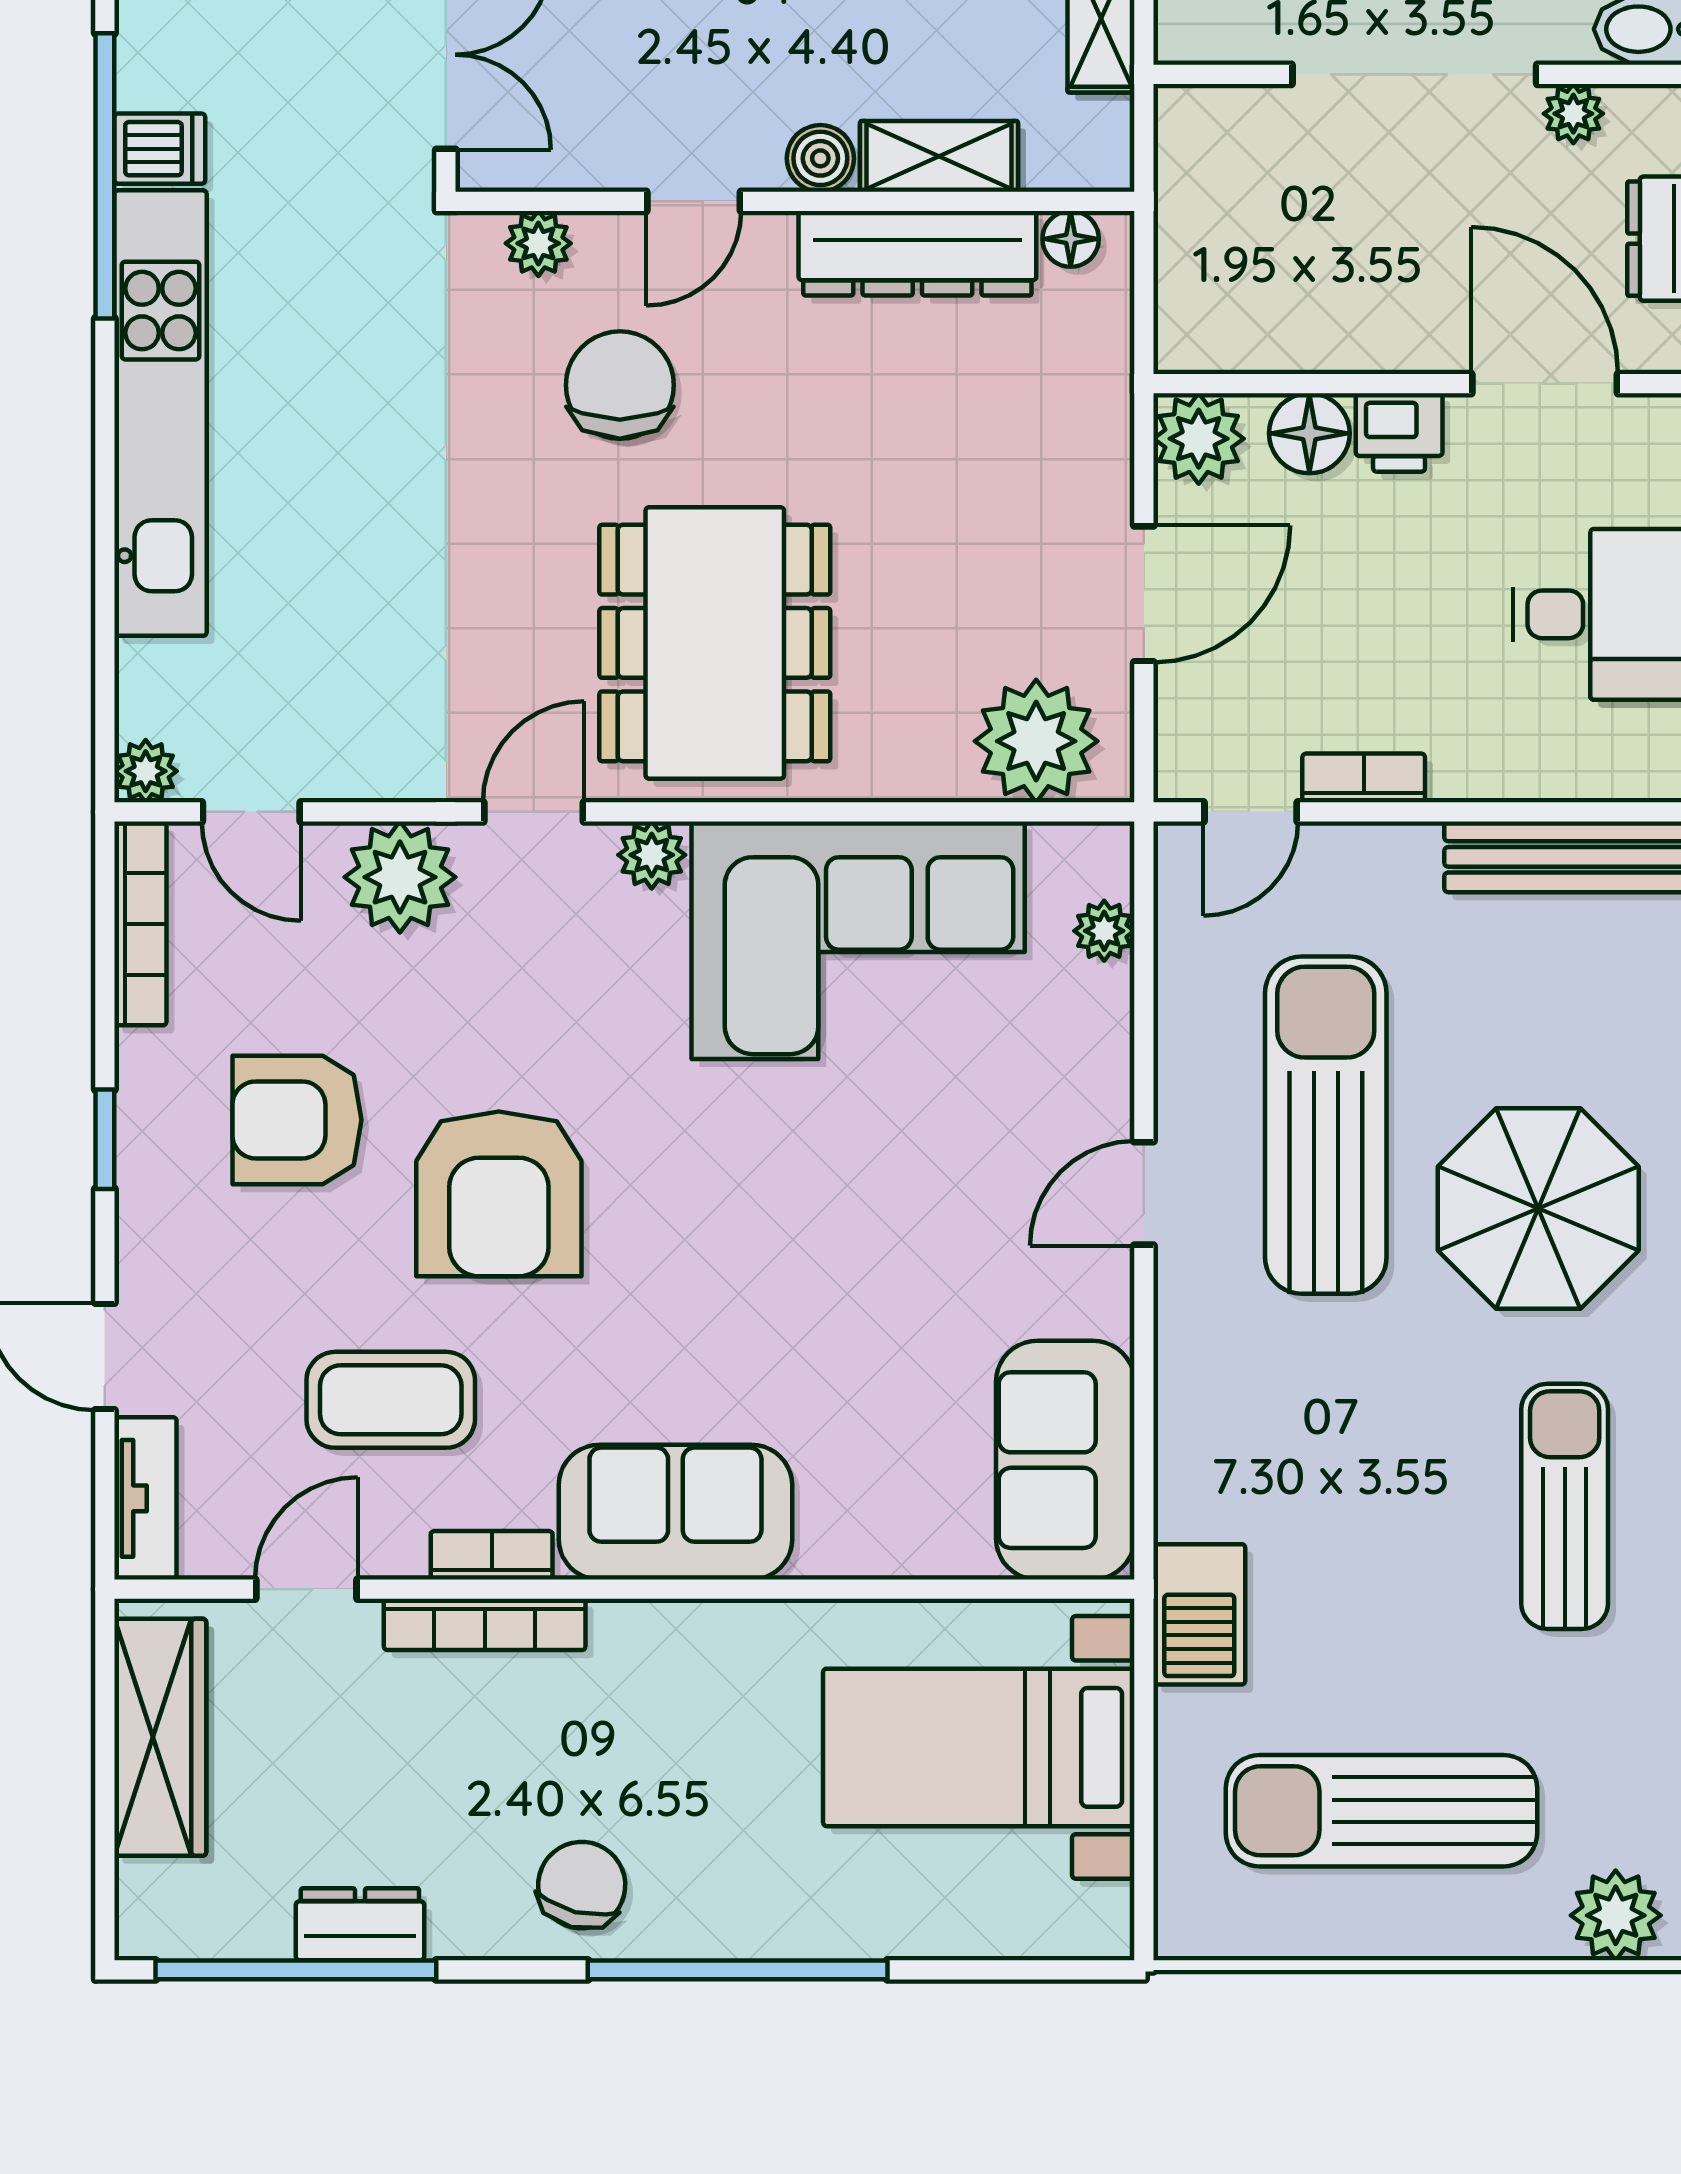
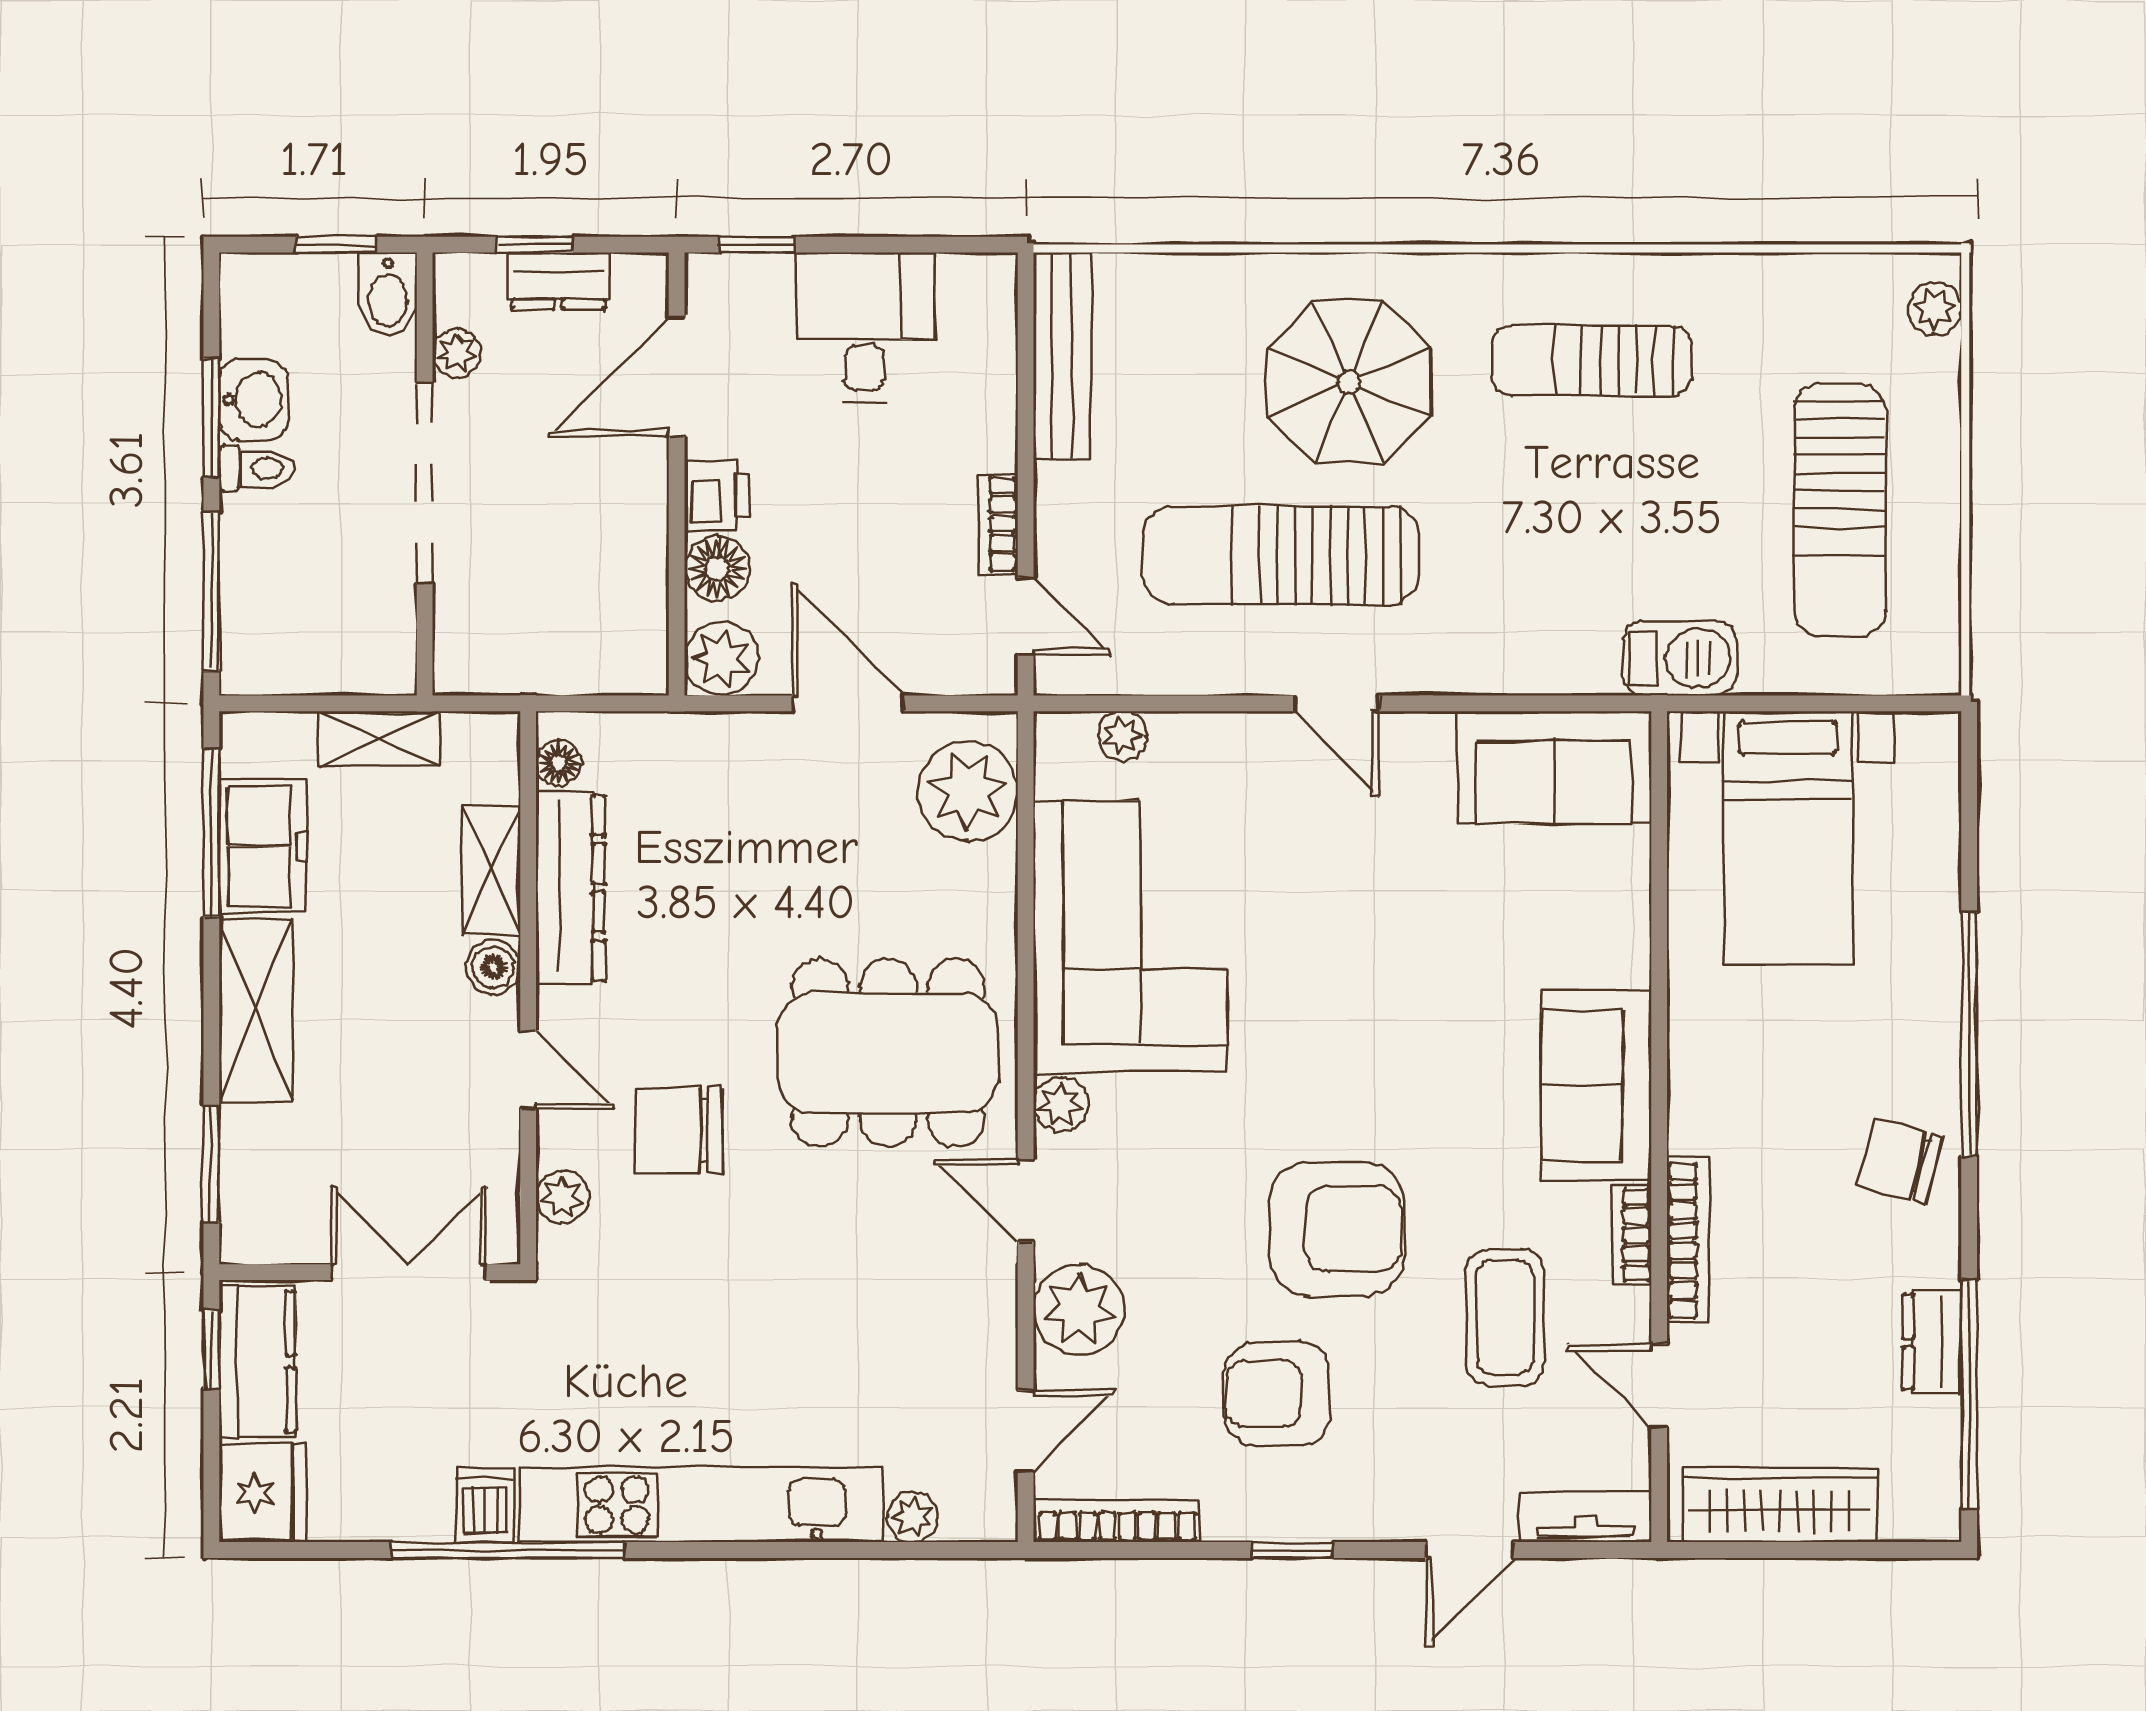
plant: (146, 771) -> (913, 1517), moved
armchair: (297, 1120) -> (1277, 1394), turned 90
plant: (1616, 1915) -> (1935, 309), width x0.73, depth x0.73

